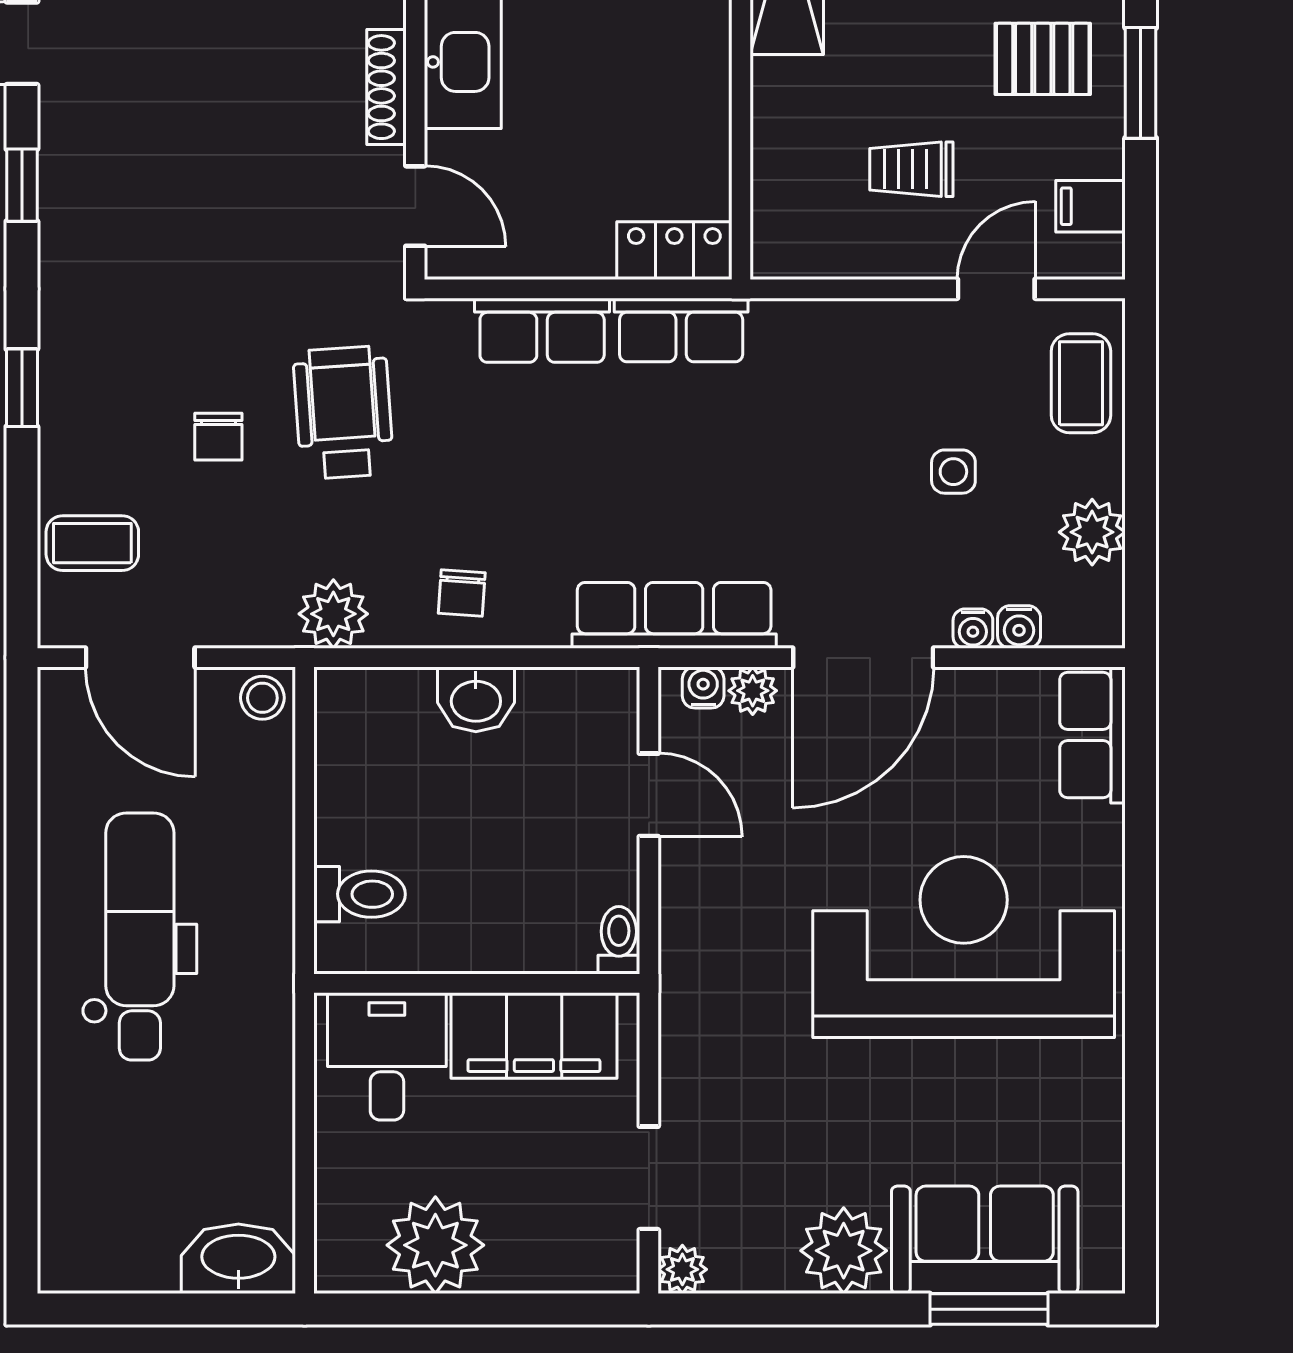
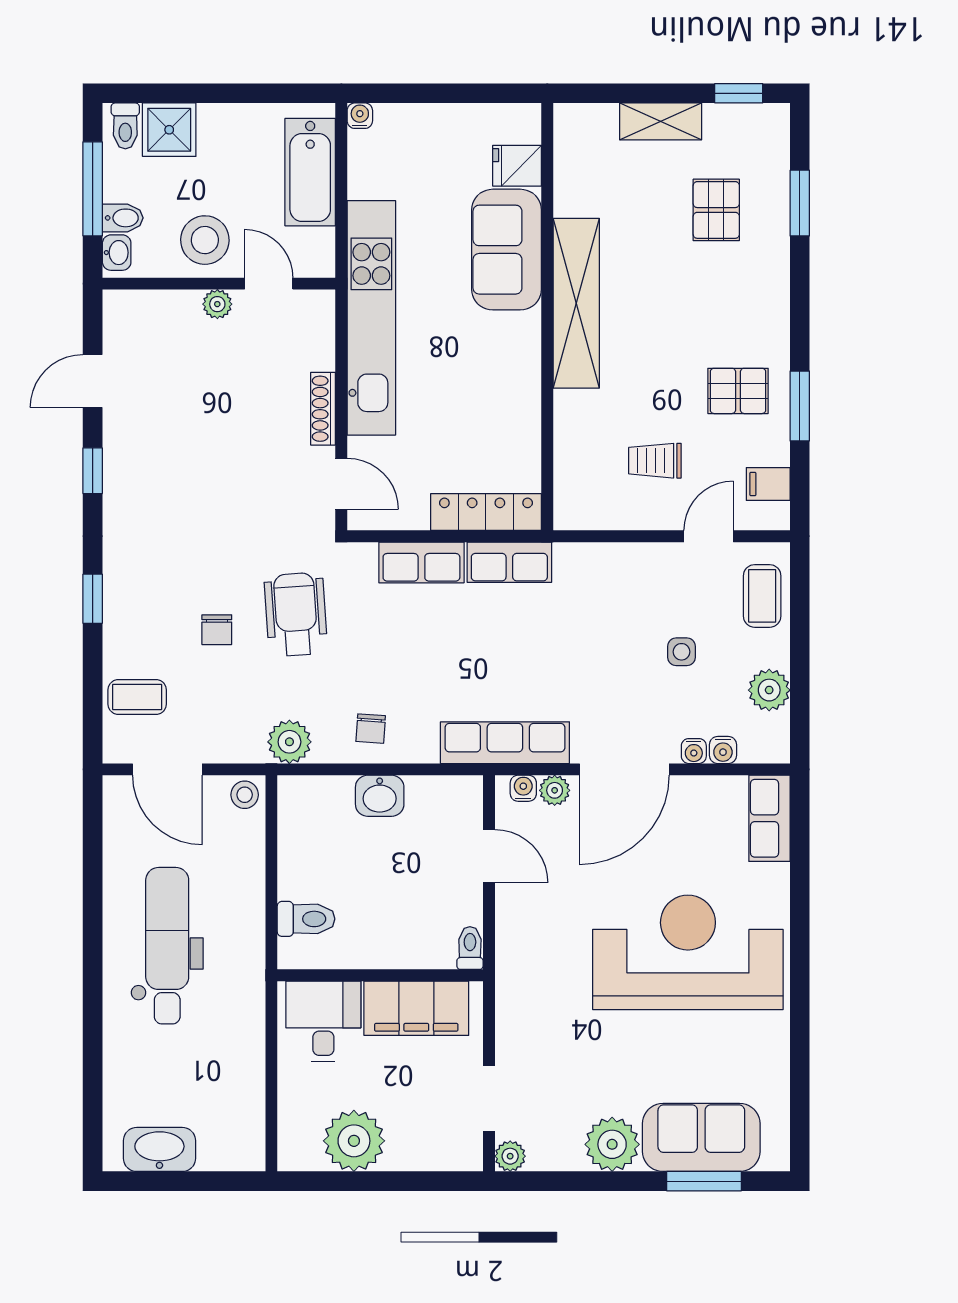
locker: (674, 251) -> (486, 512), width x1.53
washbasin: (238, 1259) -> (159, 1149), moved

